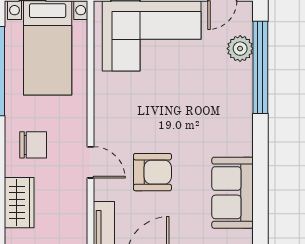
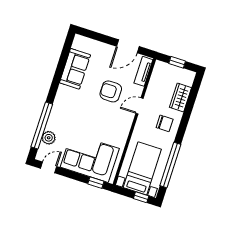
chair: (33, 145) -> (165, 123), turned 180
door: (90, 162) -> (139, 106), hinge flipped

